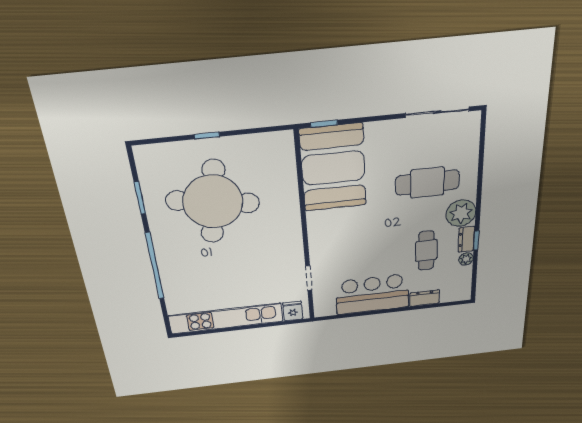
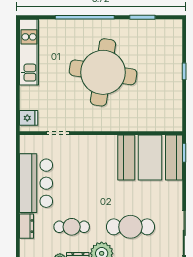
cafe table: (427, 183) -> (130, 227), turned 90
round table: (213, 202) -> (103, 72), moved
kitchen unit: (226, 318) -> (29, 52), width x0.73

